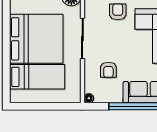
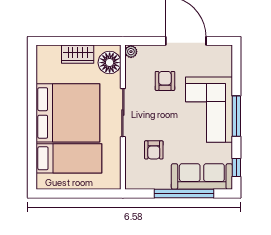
floor lamp: (89, 98) -> (130, 184), removed

